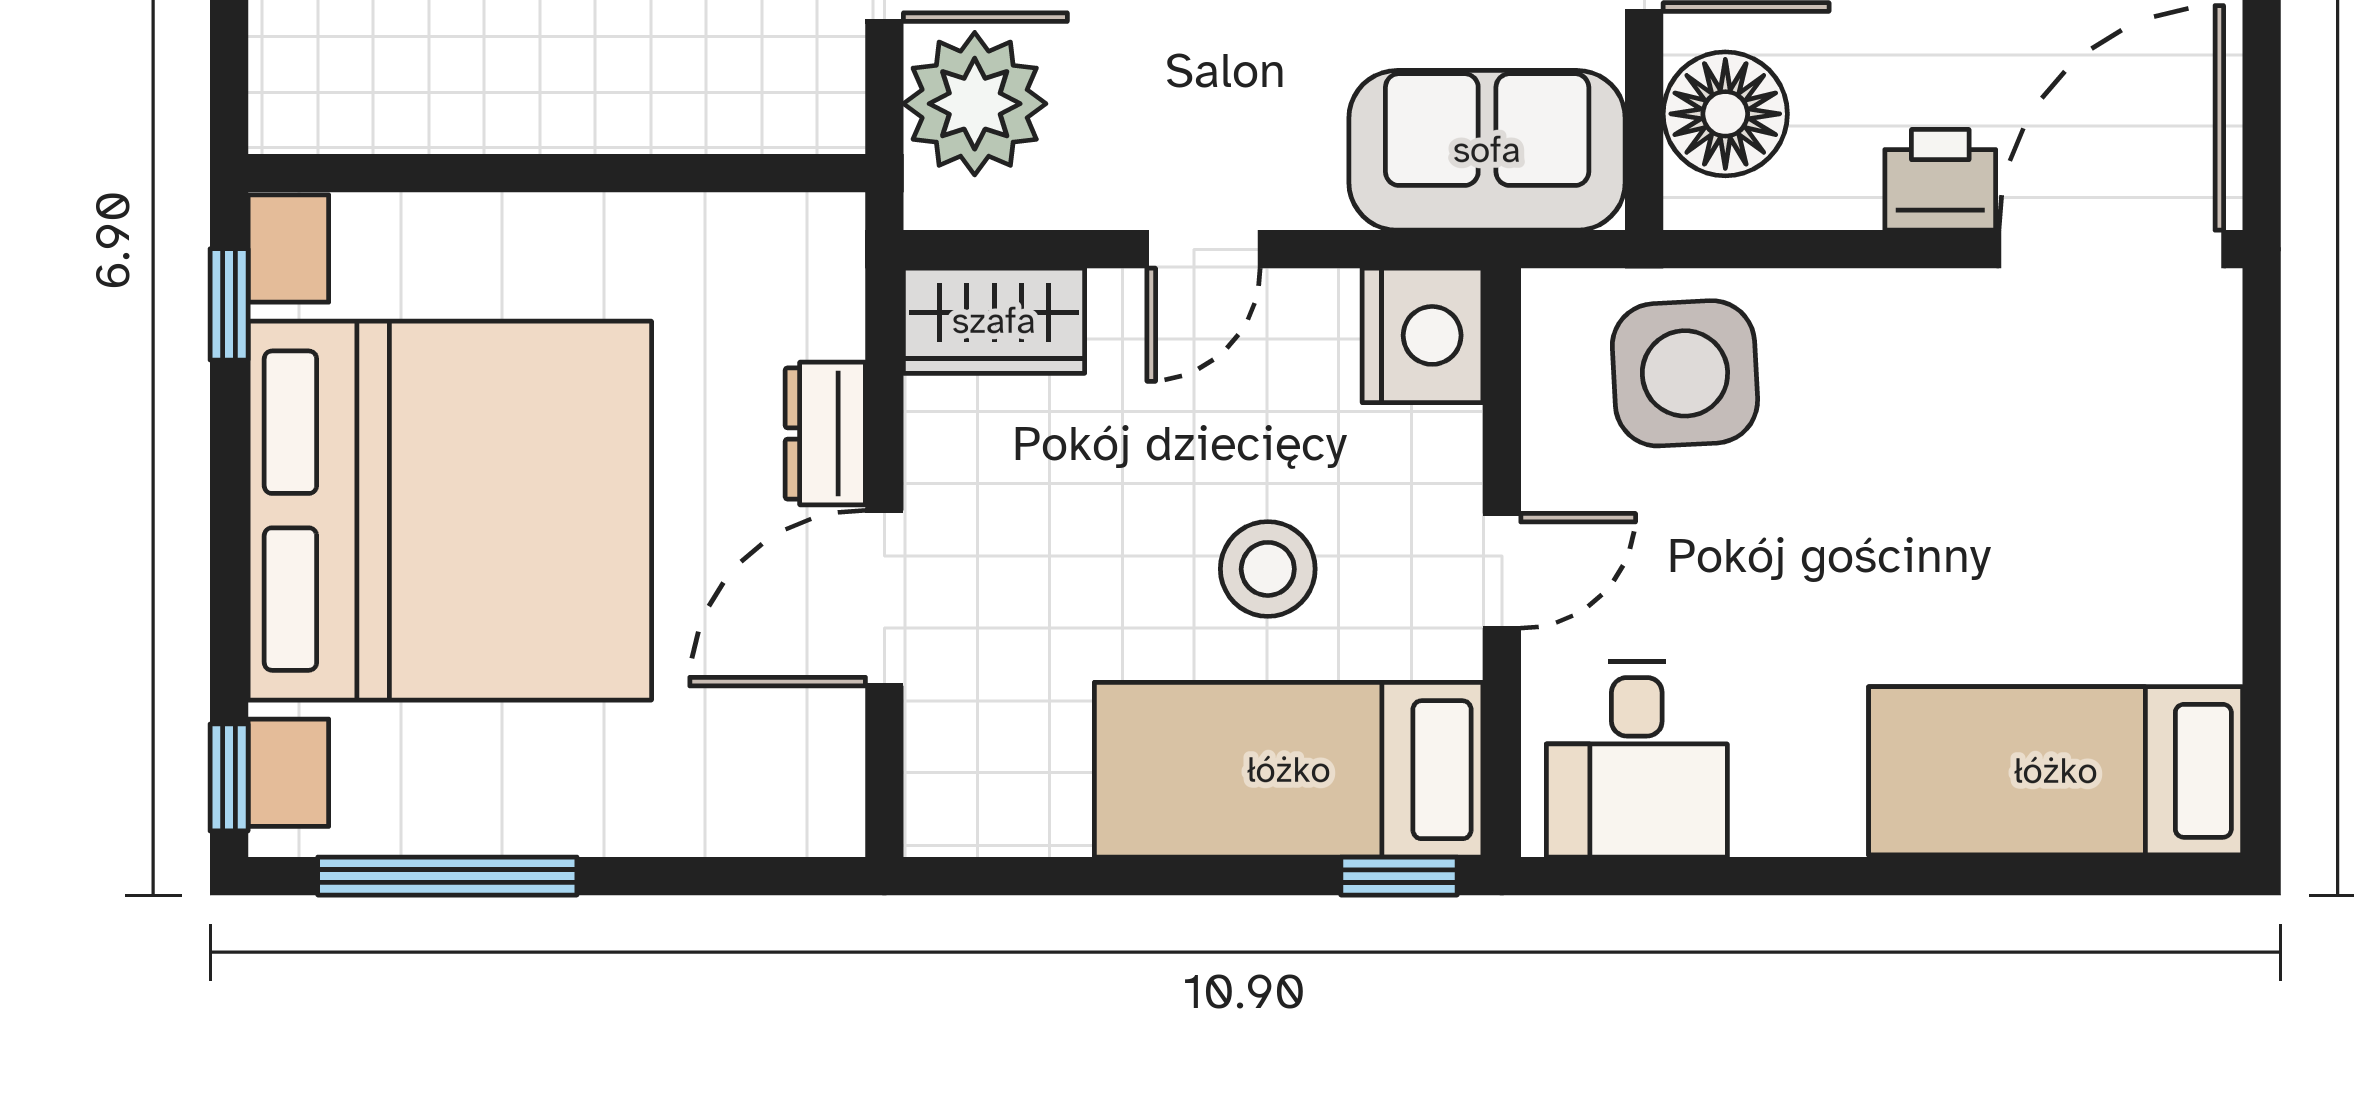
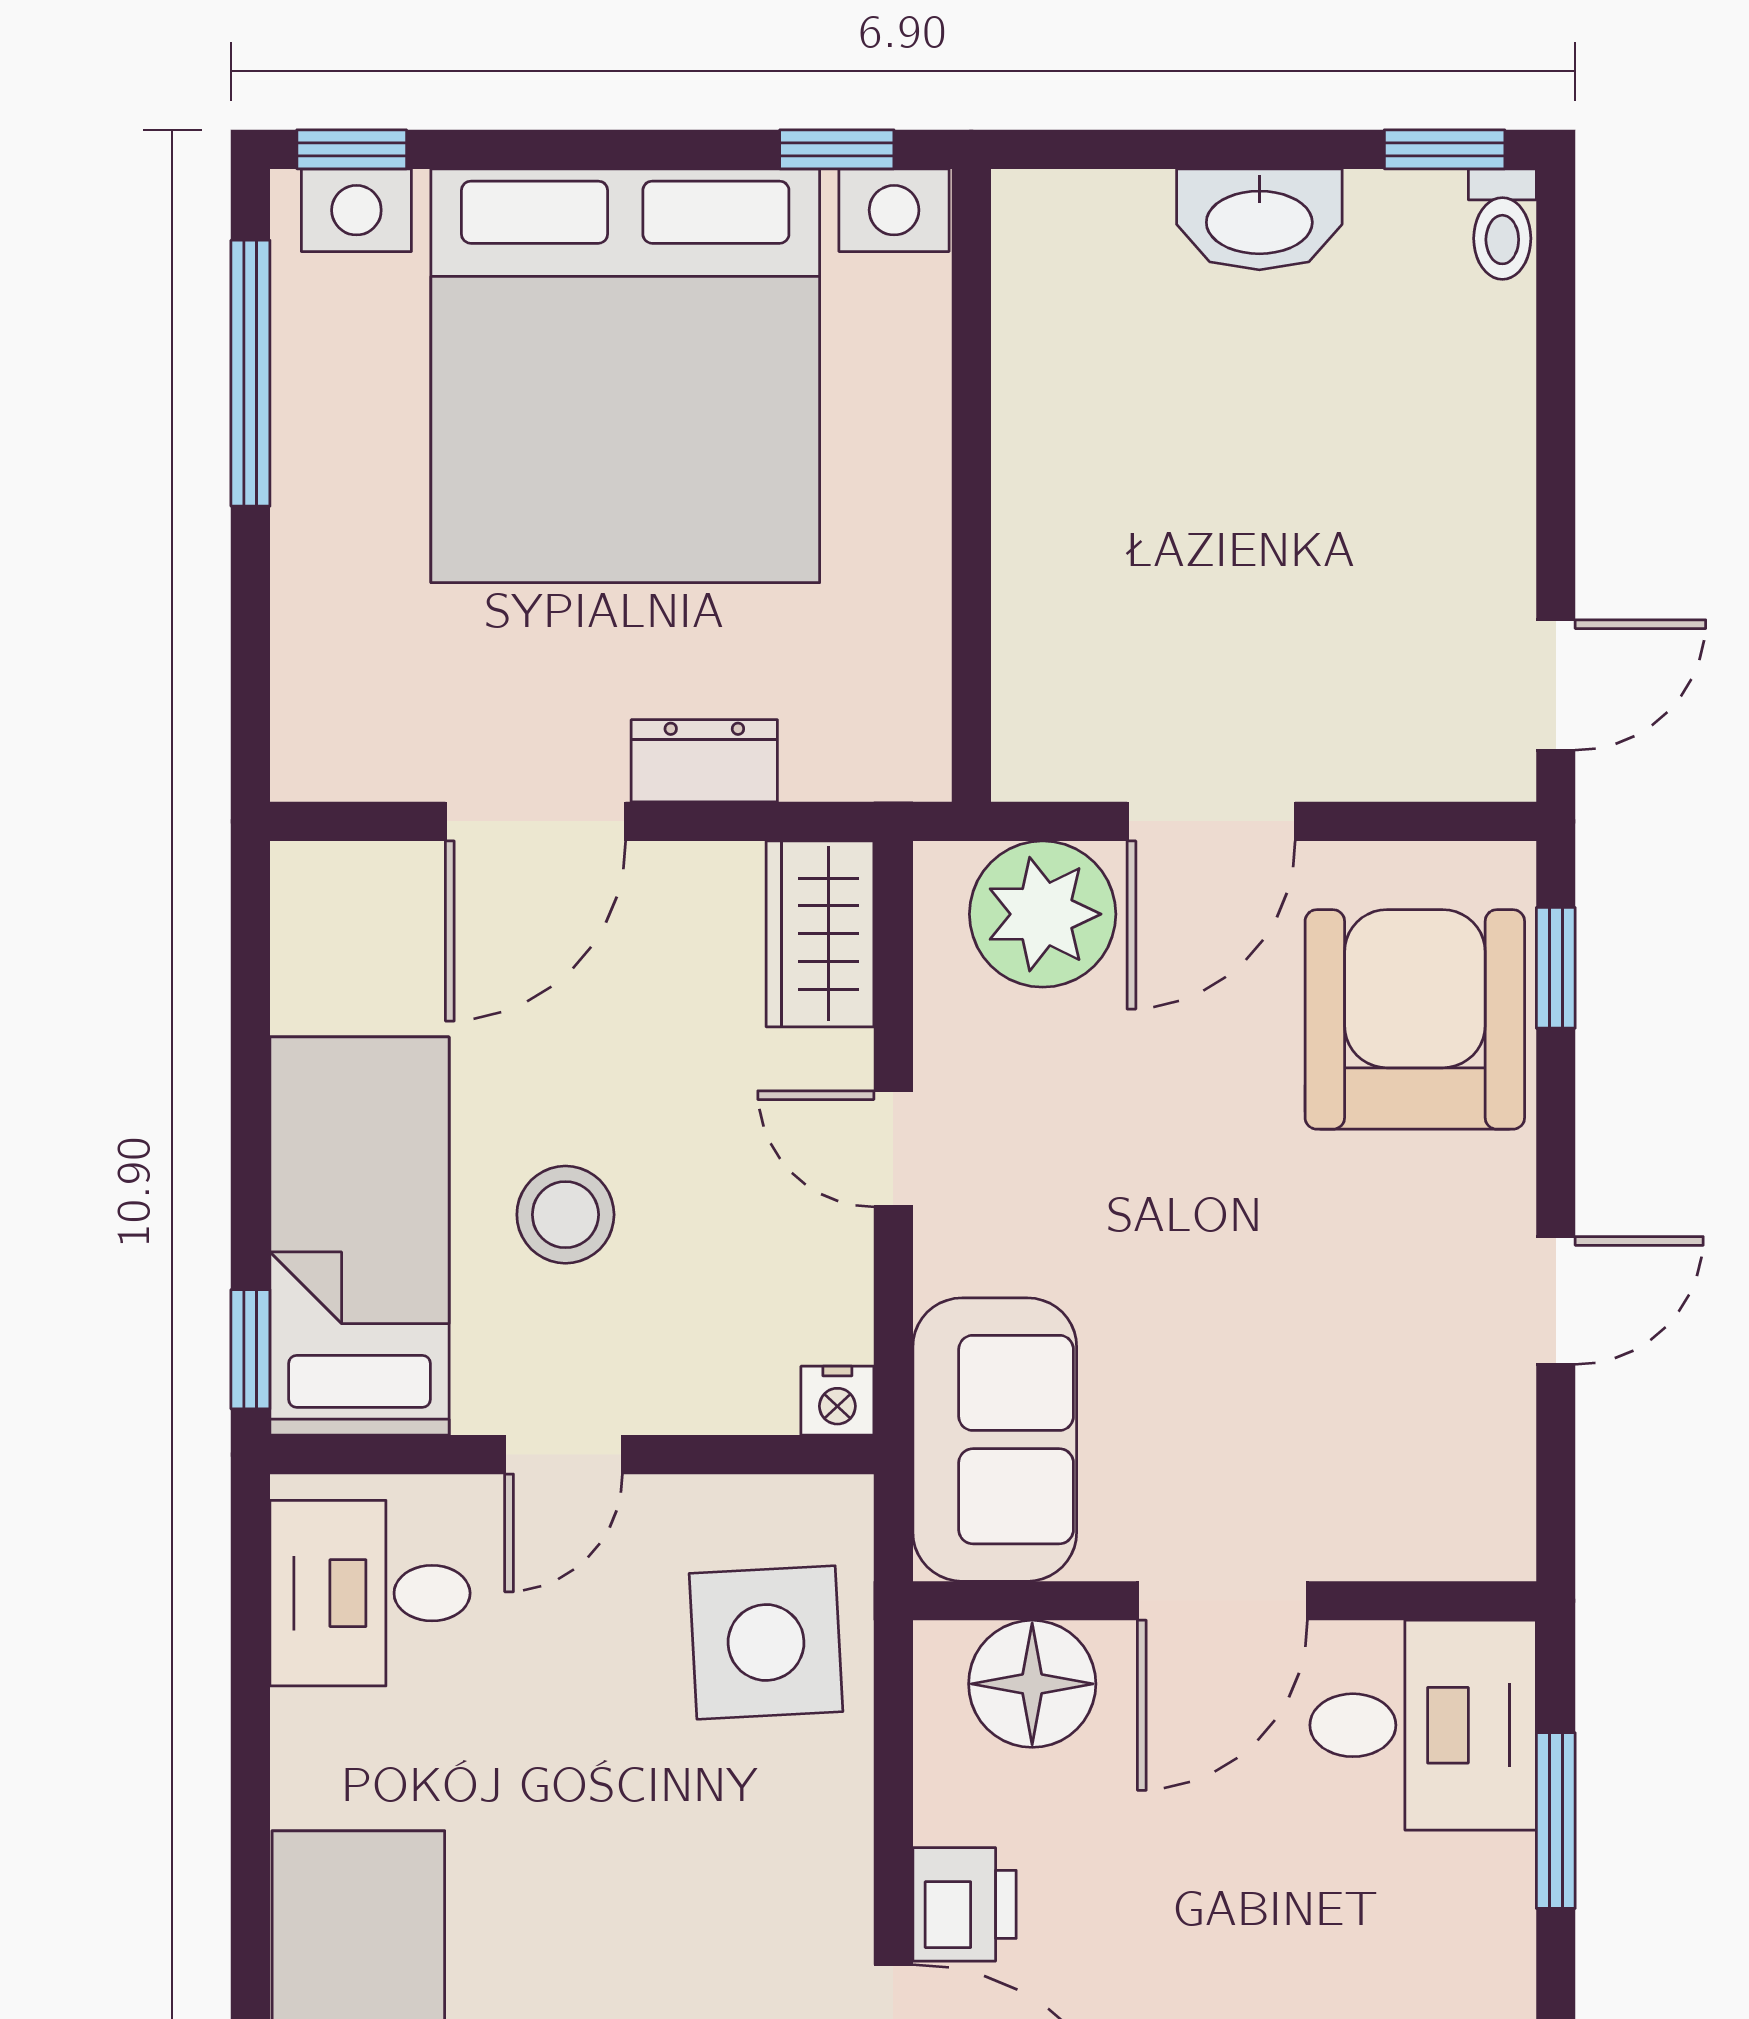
nightstand: (1422, 335) -> (837, 1401), width x0.53, depth x0.56
door: (1502, 571) -> (564, 1455), hinge flipped
door: (884, 598) -> (536, 821), swing flipped

